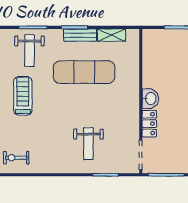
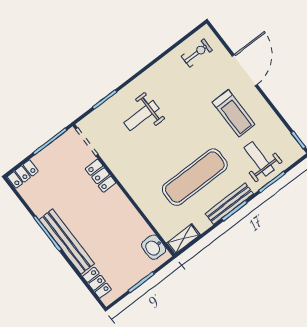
bench: (80, 35) -> (229, 204), width x1.36
shelving: (111, 35) -> (183, 239), moved
washbasin: (150, 99) -> (154, 247), moved
weight bench: (88, 144) -> (141, 116), turned -90

